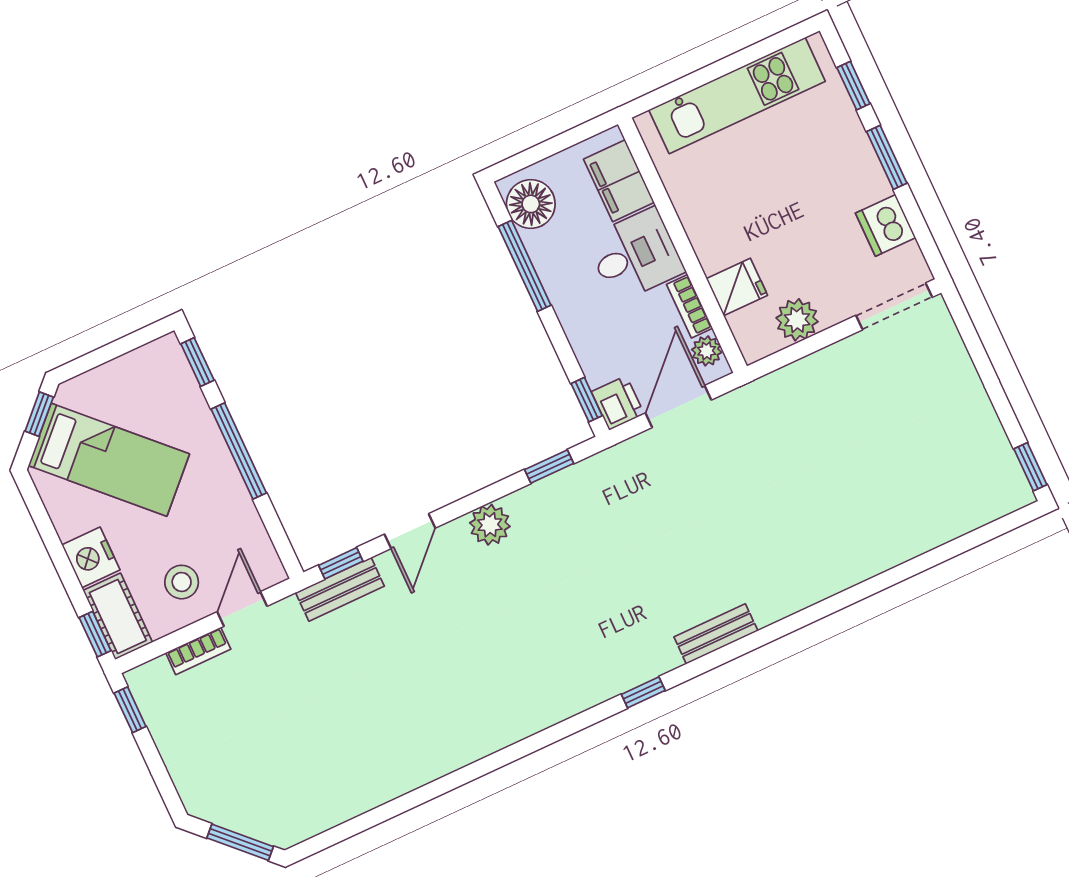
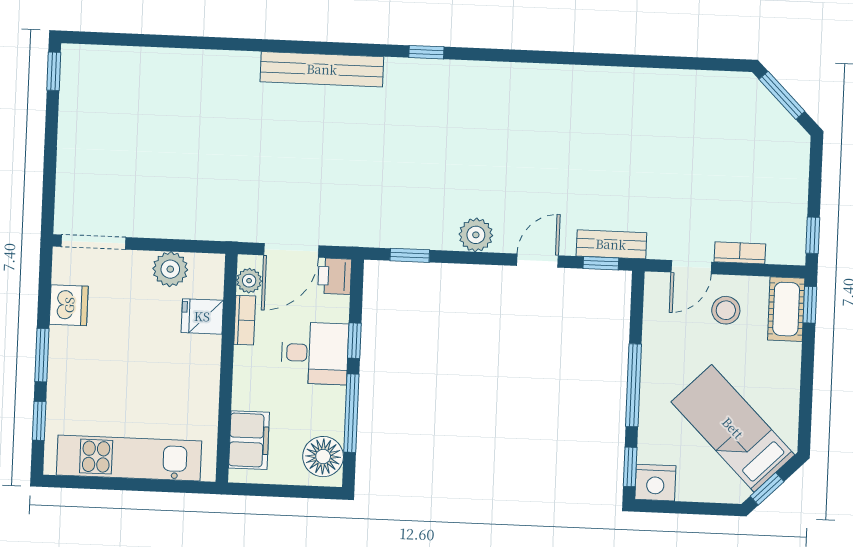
desk: (635, 255) -> (315, 353), moved, turned 180
window: (587, 400) -> (354, 341), moved
nightstand: (91, 557) -> (655, 483), moved, turned 90
bench: (716, 634) -> (322, 69), width x1.86, depth x1.21

